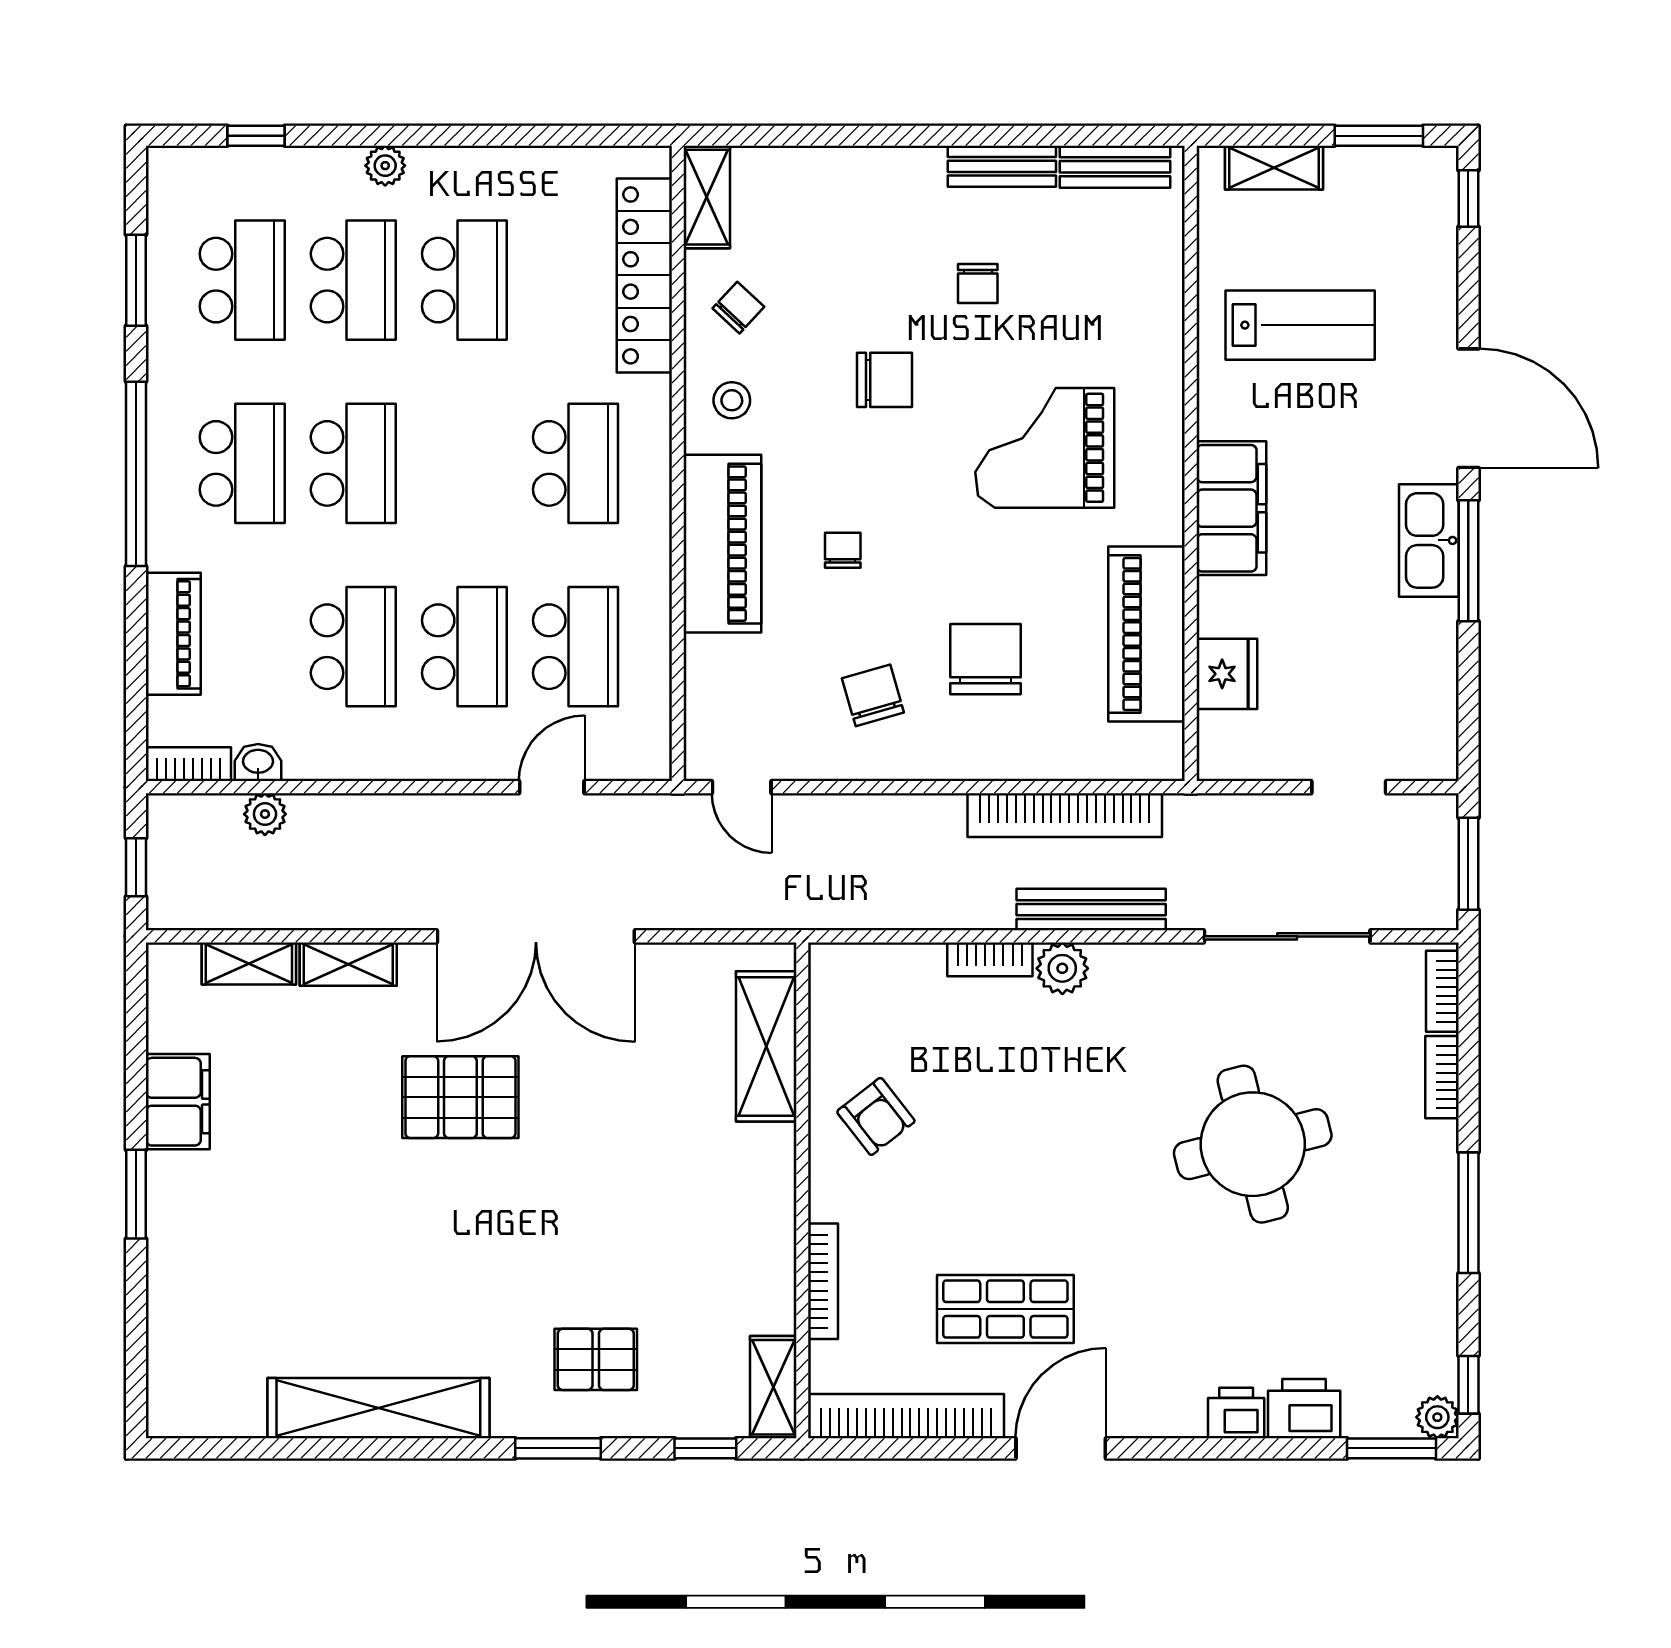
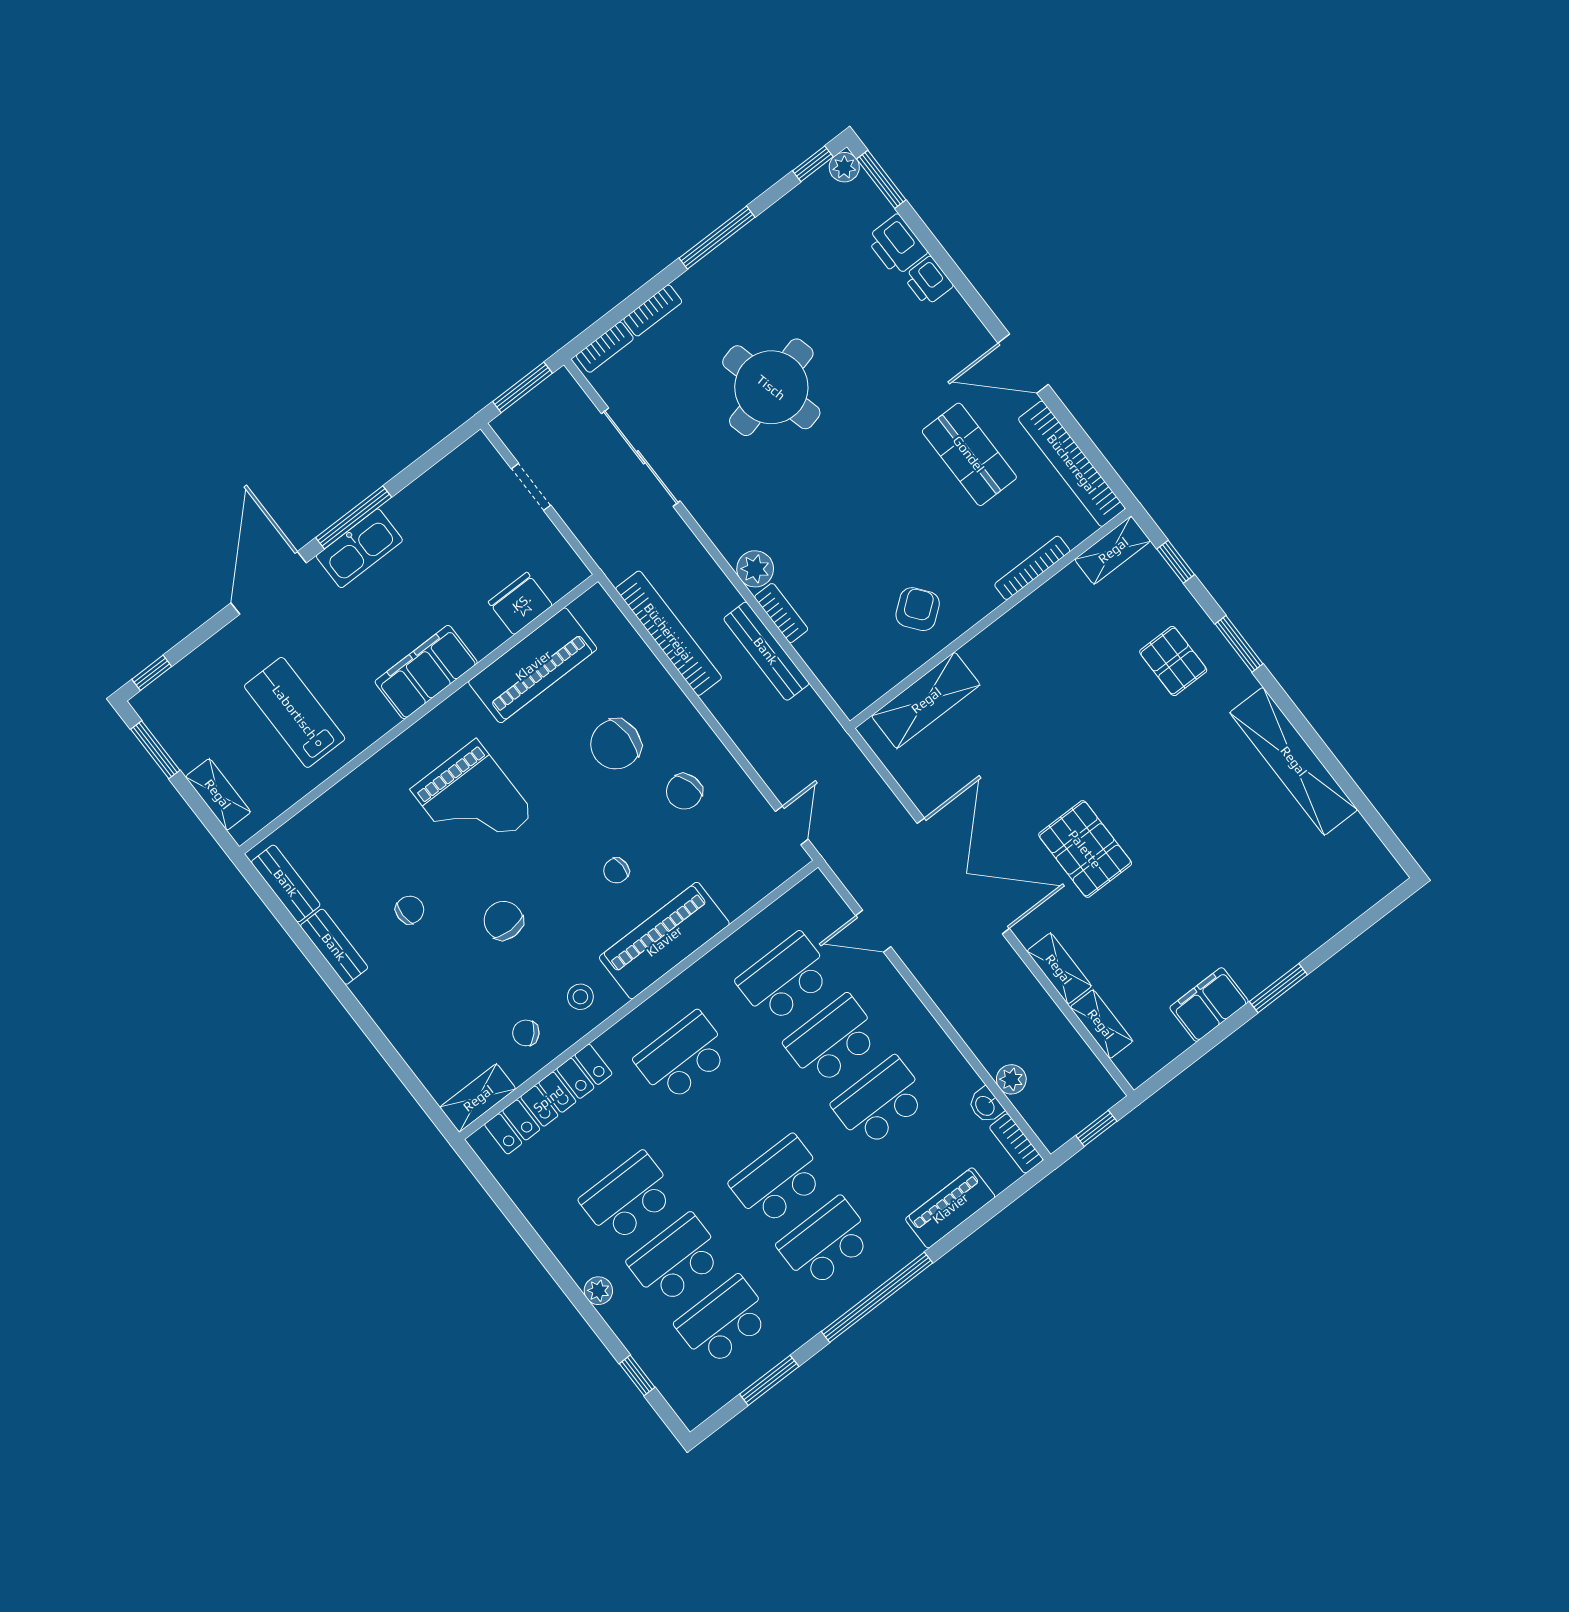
bench: (1091, 910) -> (766, 651), moved

